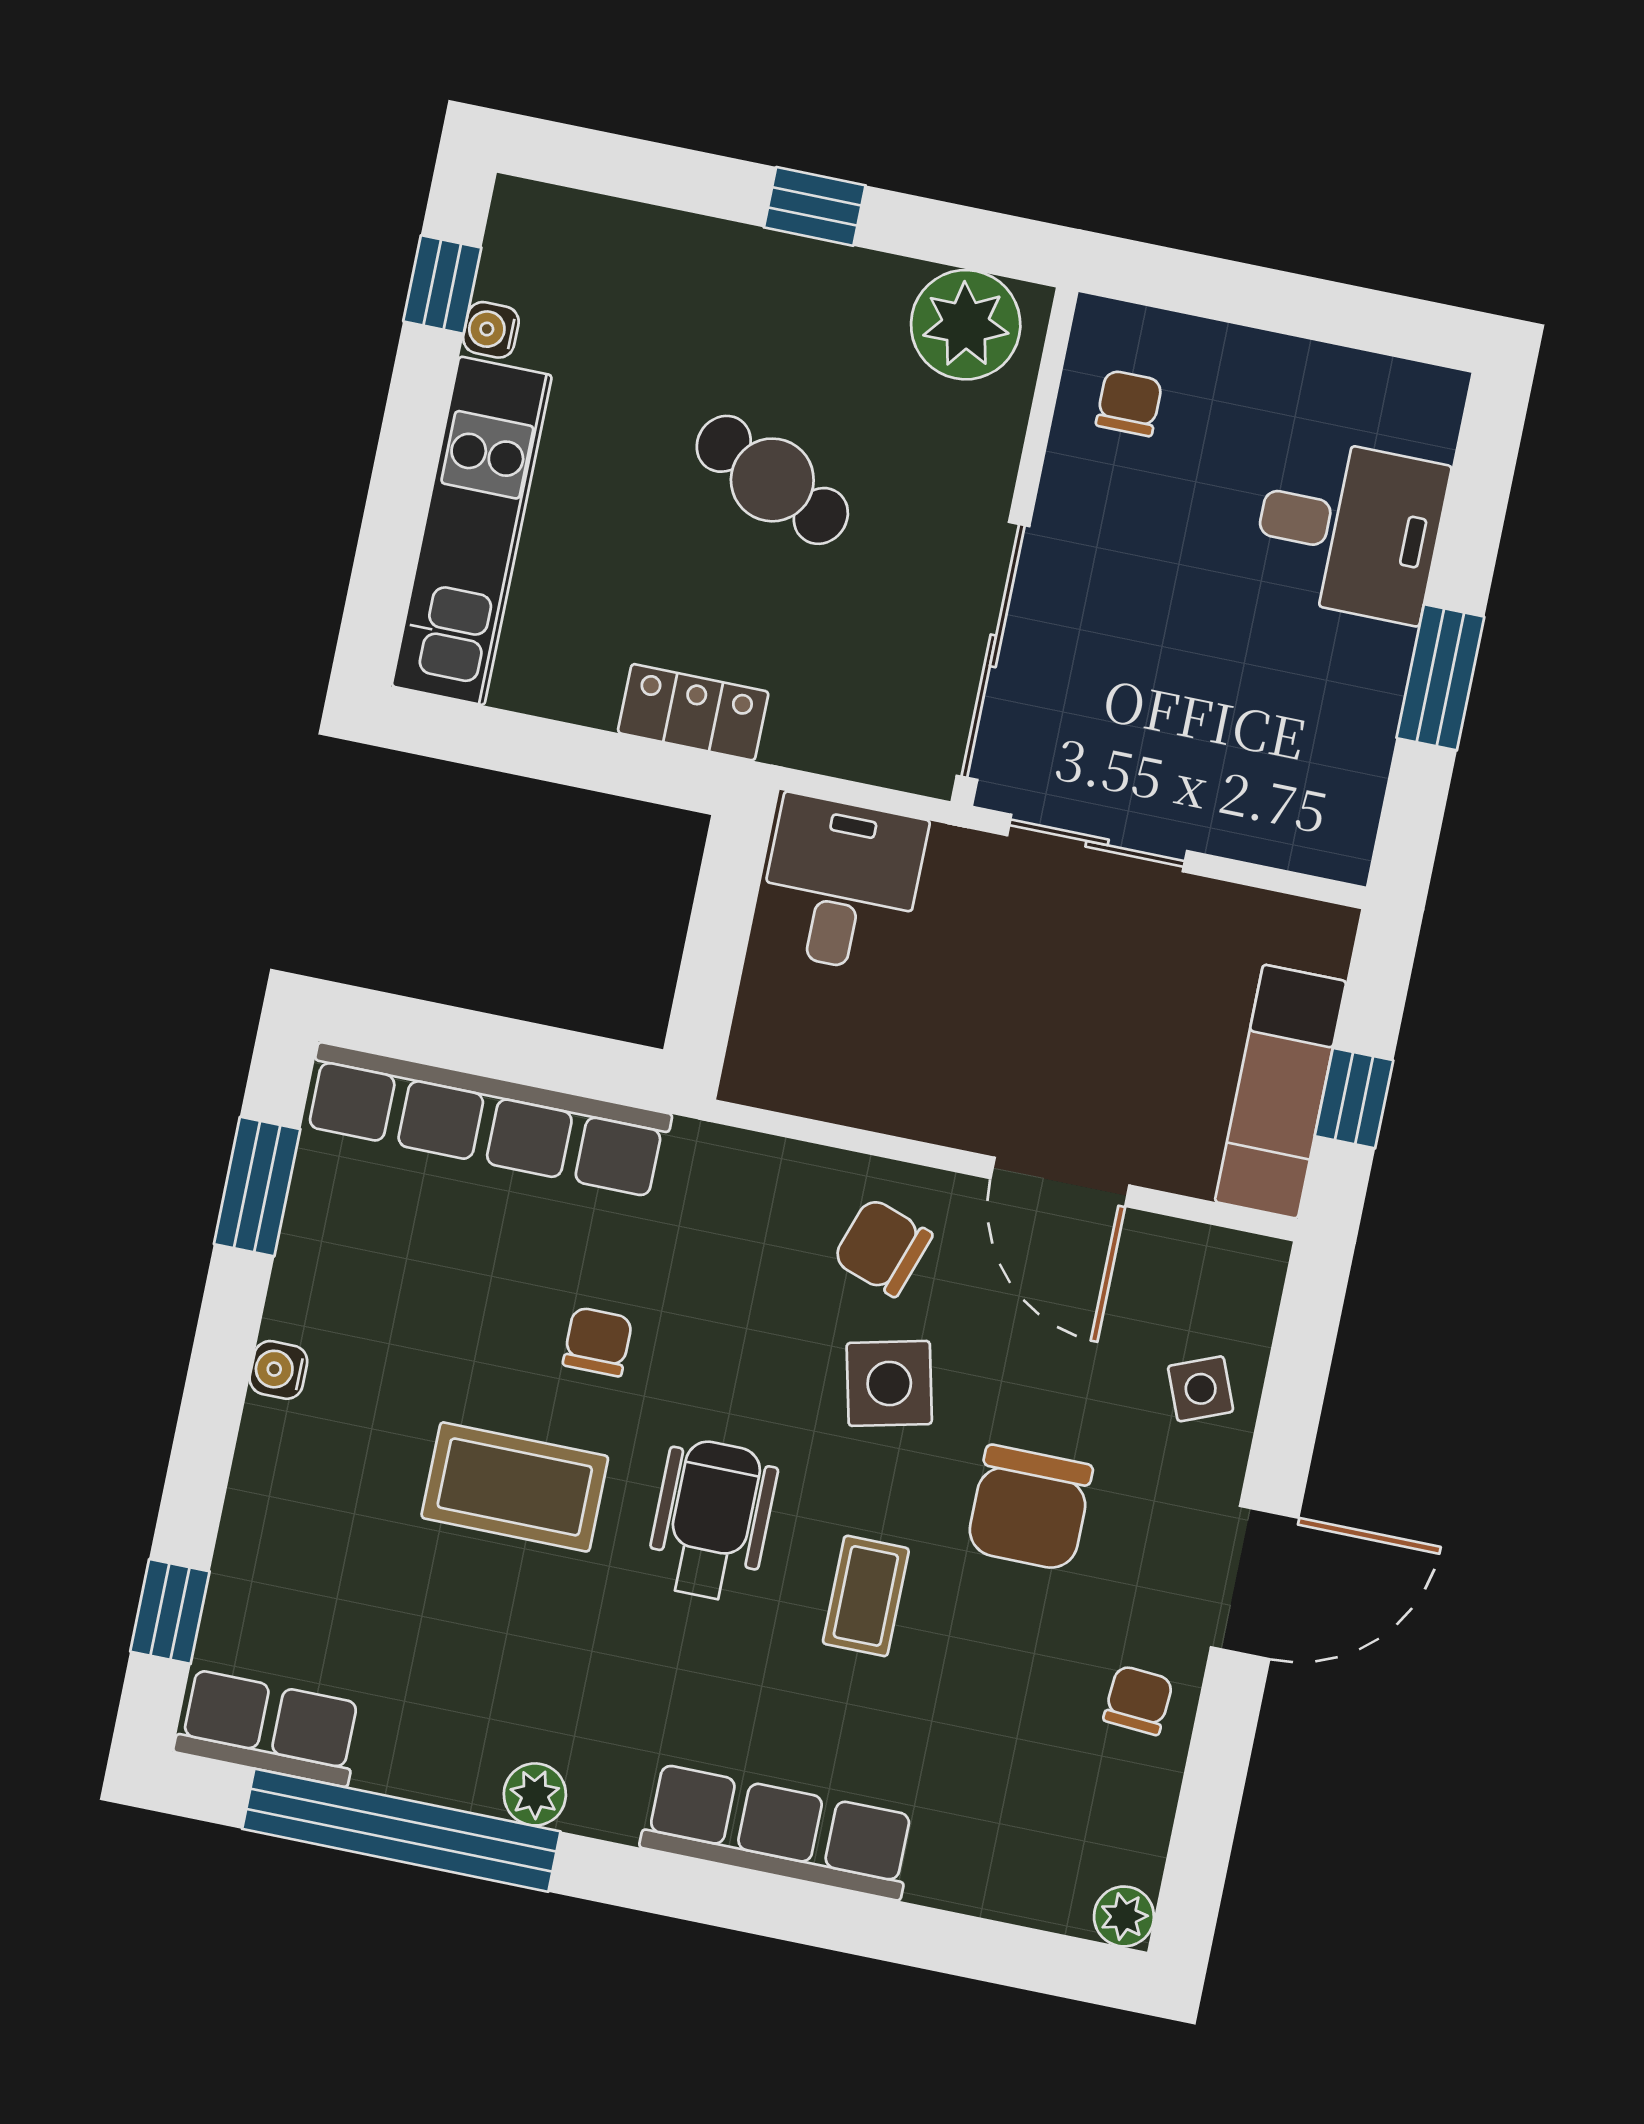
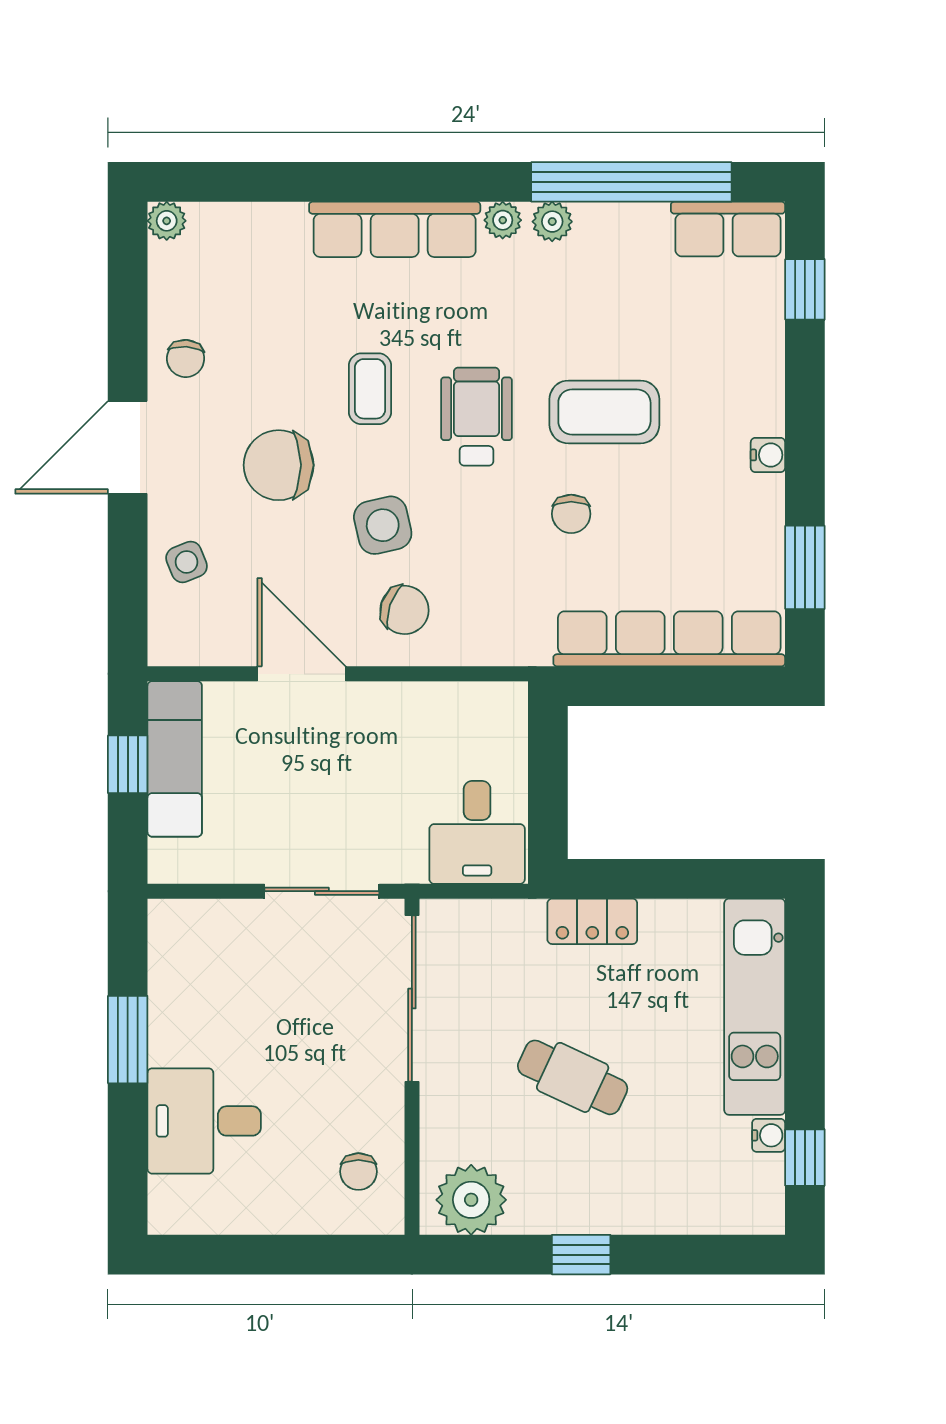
chair: (1029, 1508) -> (279, 465), turned -90
wheelchair: (712, 1520) -> (477, 417), turned 180
plant: (610, 1812) -> (503, 220), added

